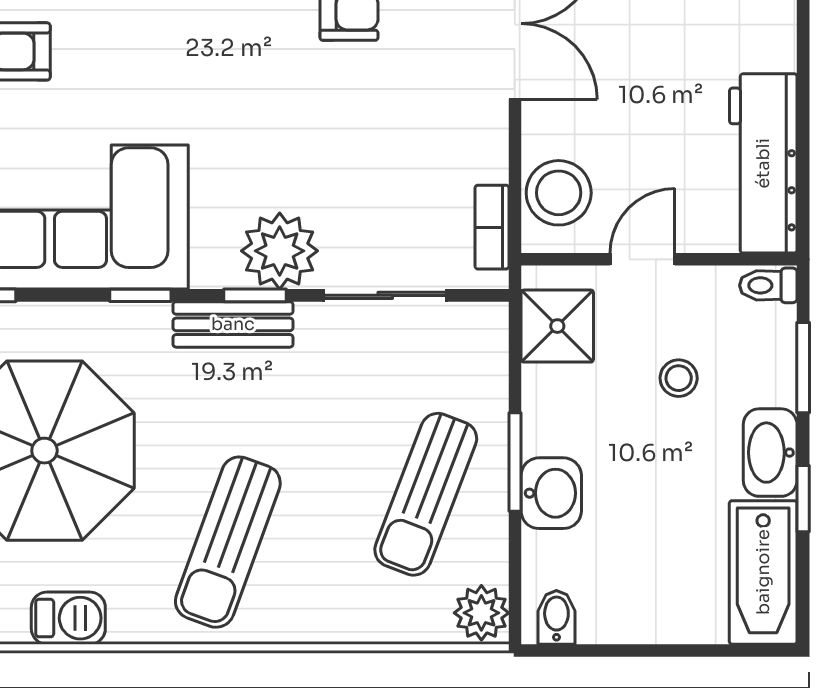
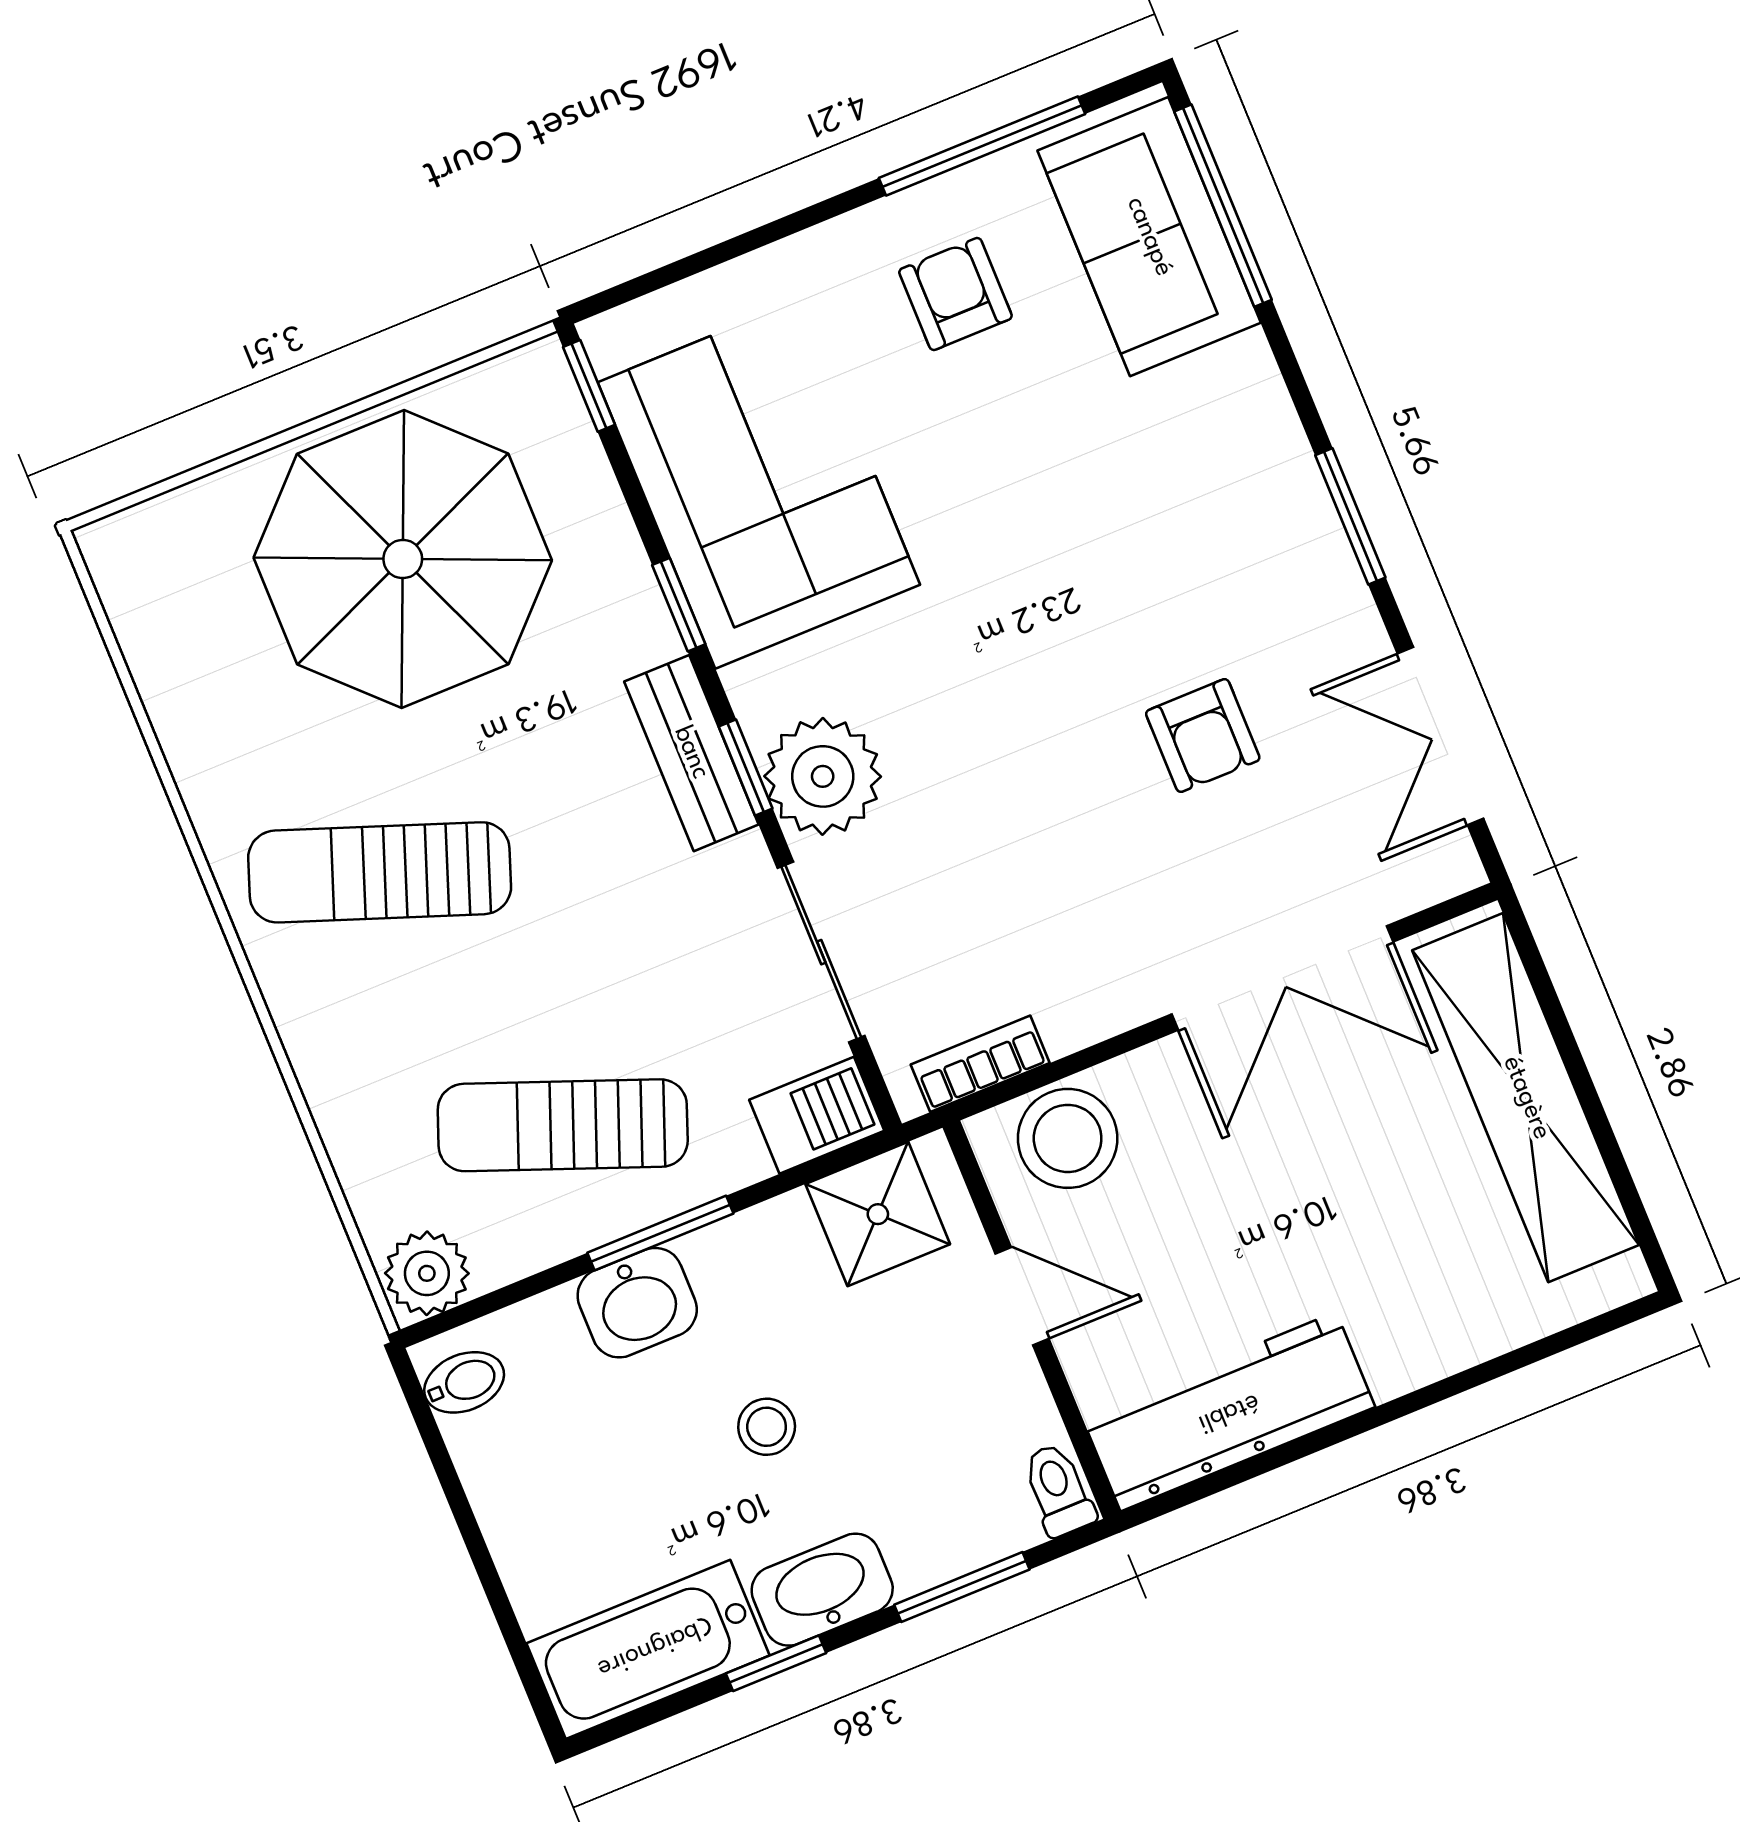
stool: (679, 378) -> (767, 1427), moved
barbecue: (68, 618) -> (817, 1115), moved, turned -90

